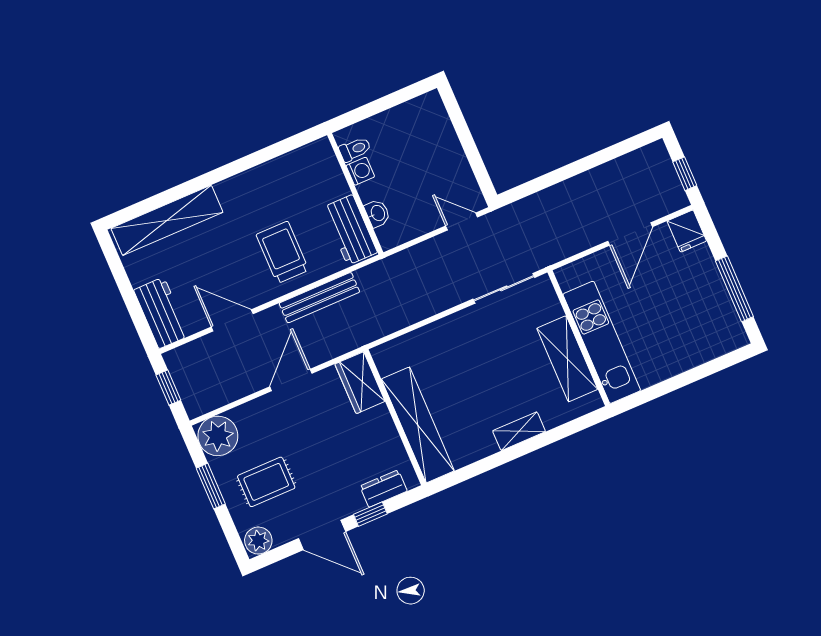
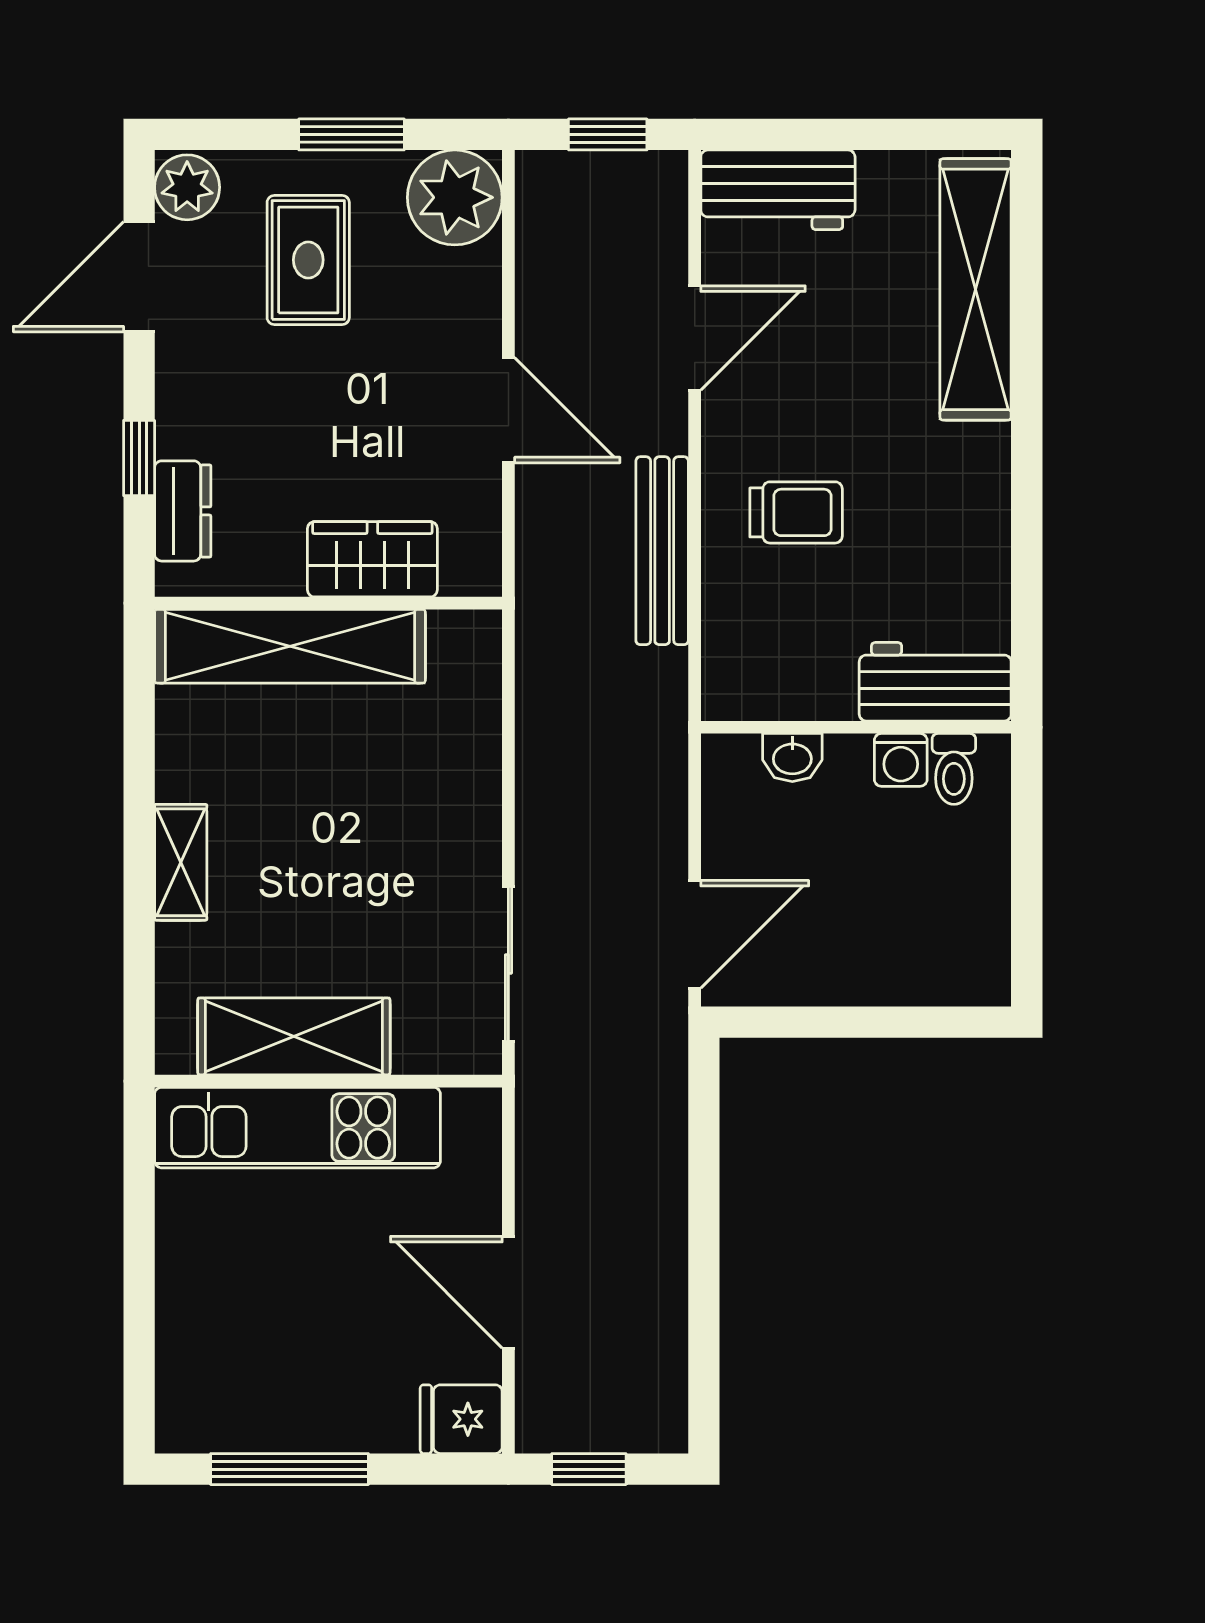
door: (462, 222) -> (695, 934), width x1.38
workbench: (350, 230) -> (935, 682), moved
trolley: (282, 252) -> (796, 512), width x0.73, depth x0.72
wardrobe: (360, 383) -> (372, 559), moved
door: (322, 535) -> (139, 277), moved

